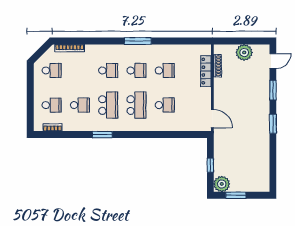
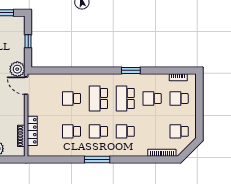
plant: (222, 184) -> (17, 69), moved

